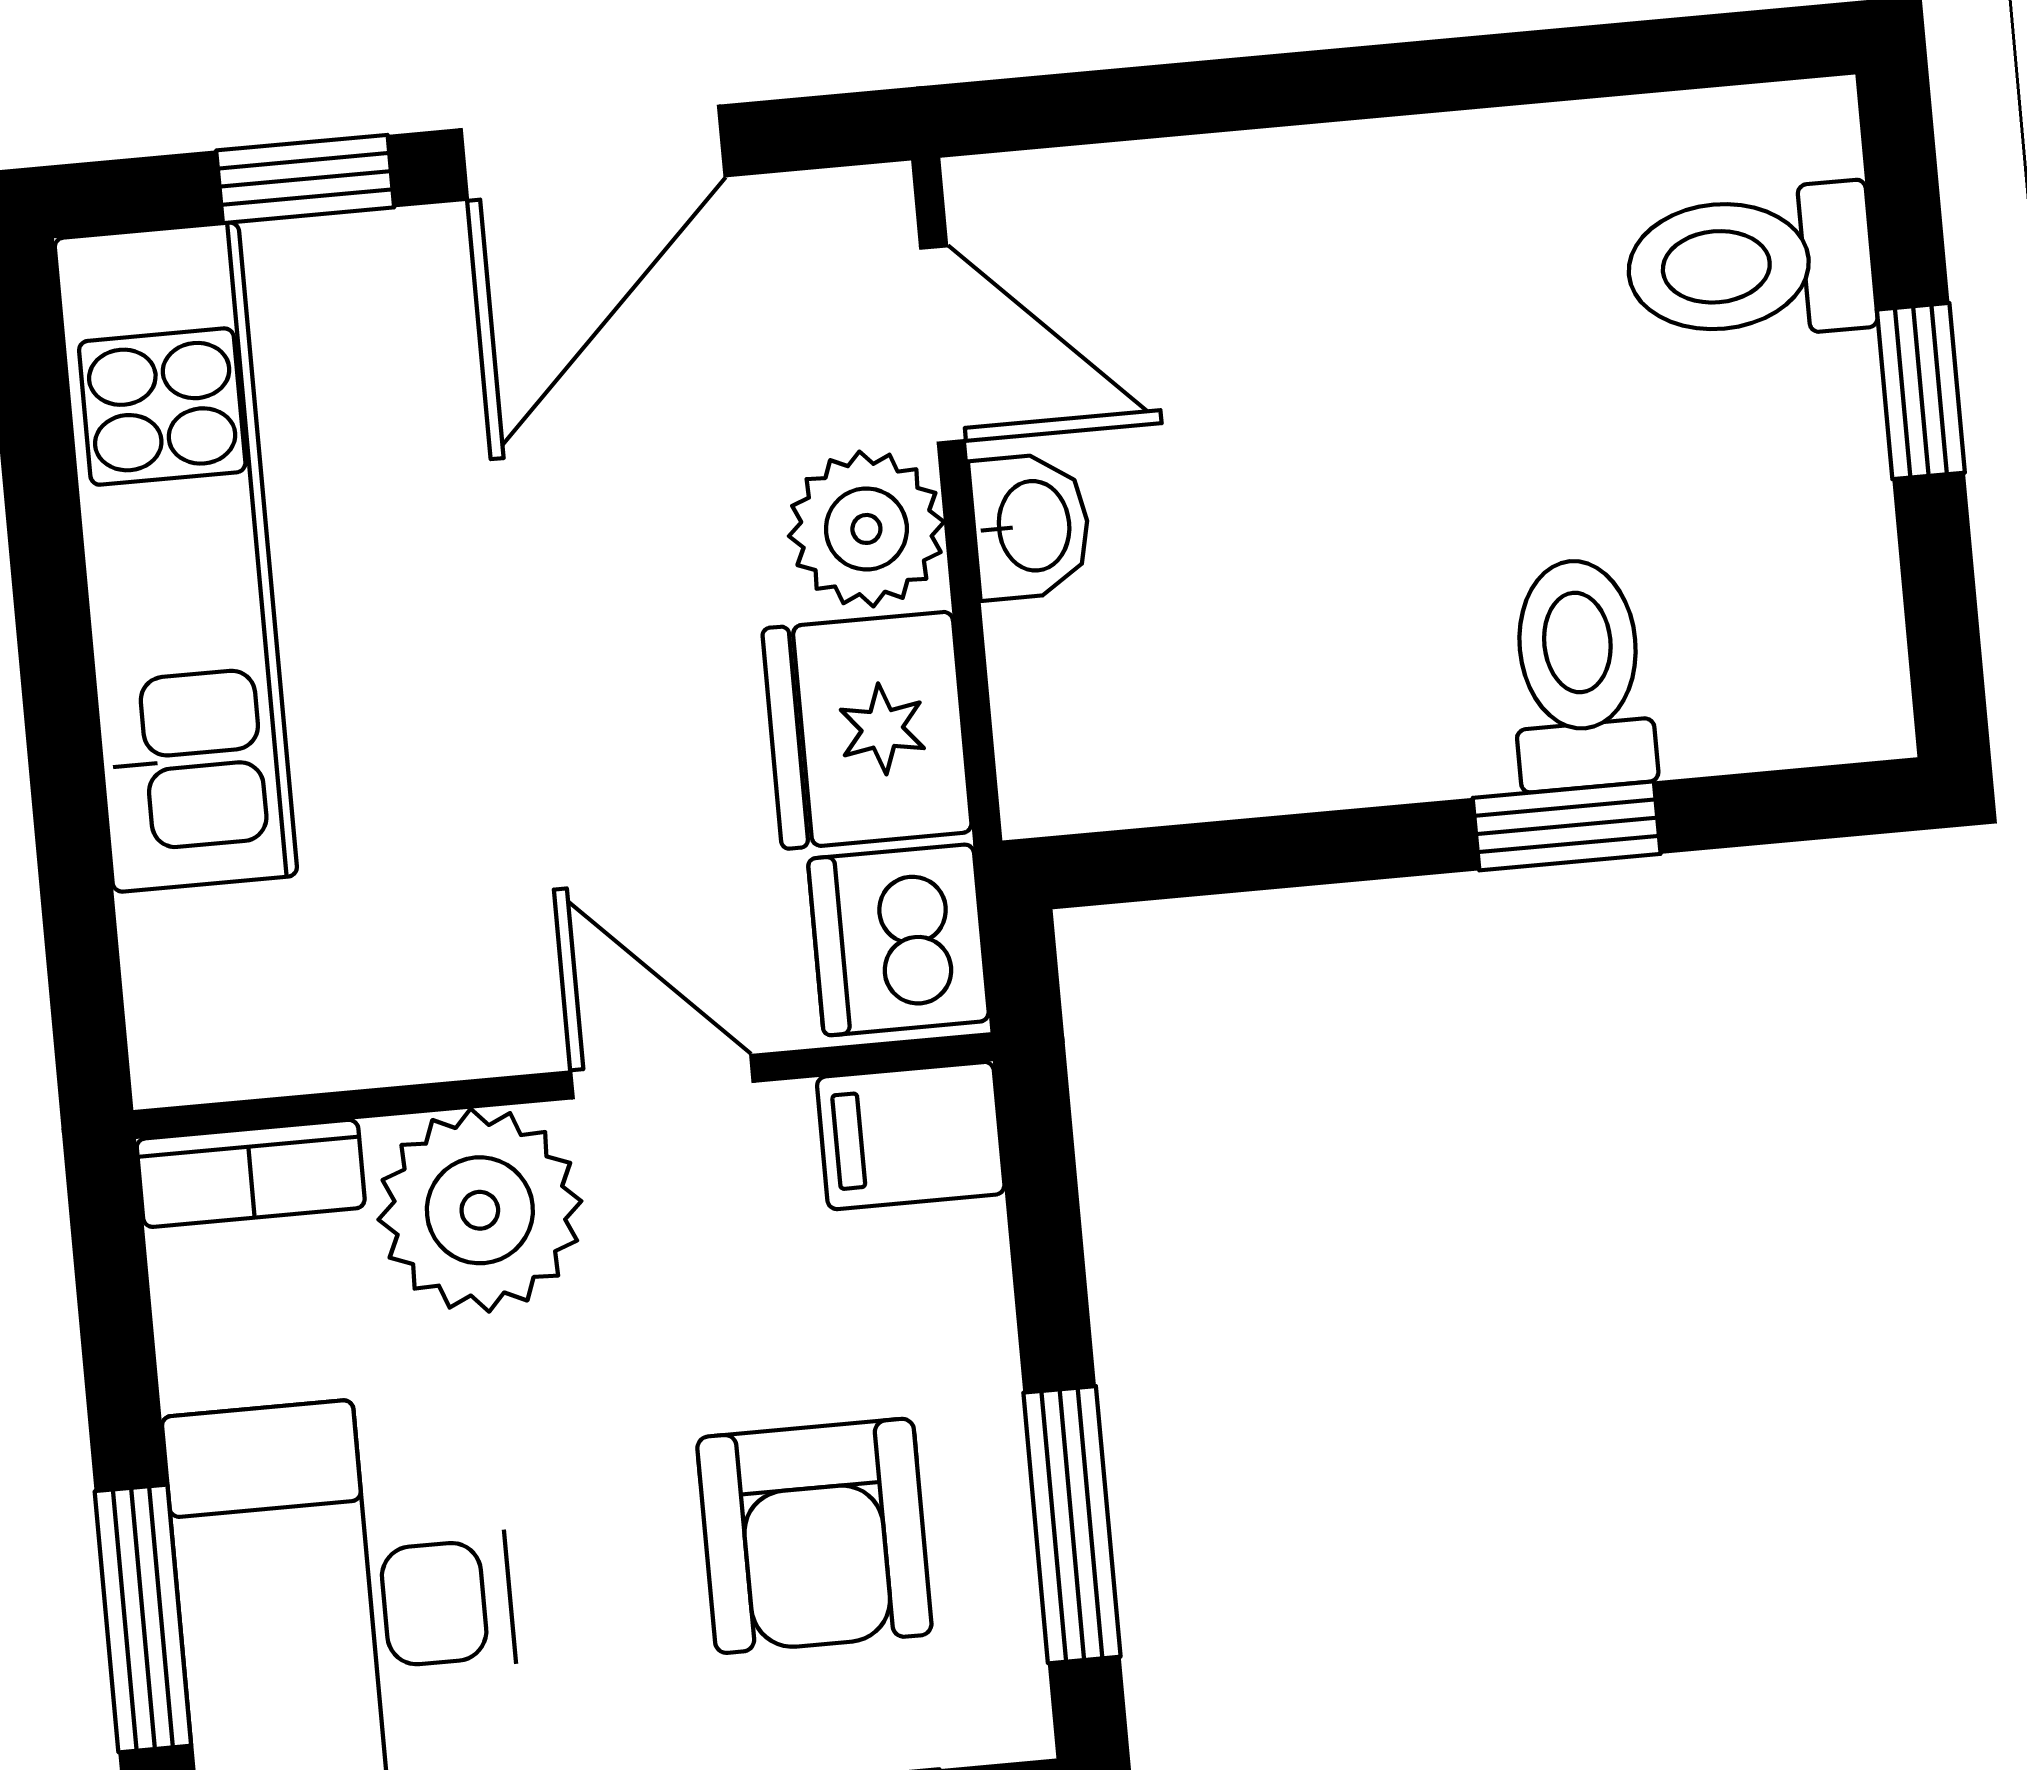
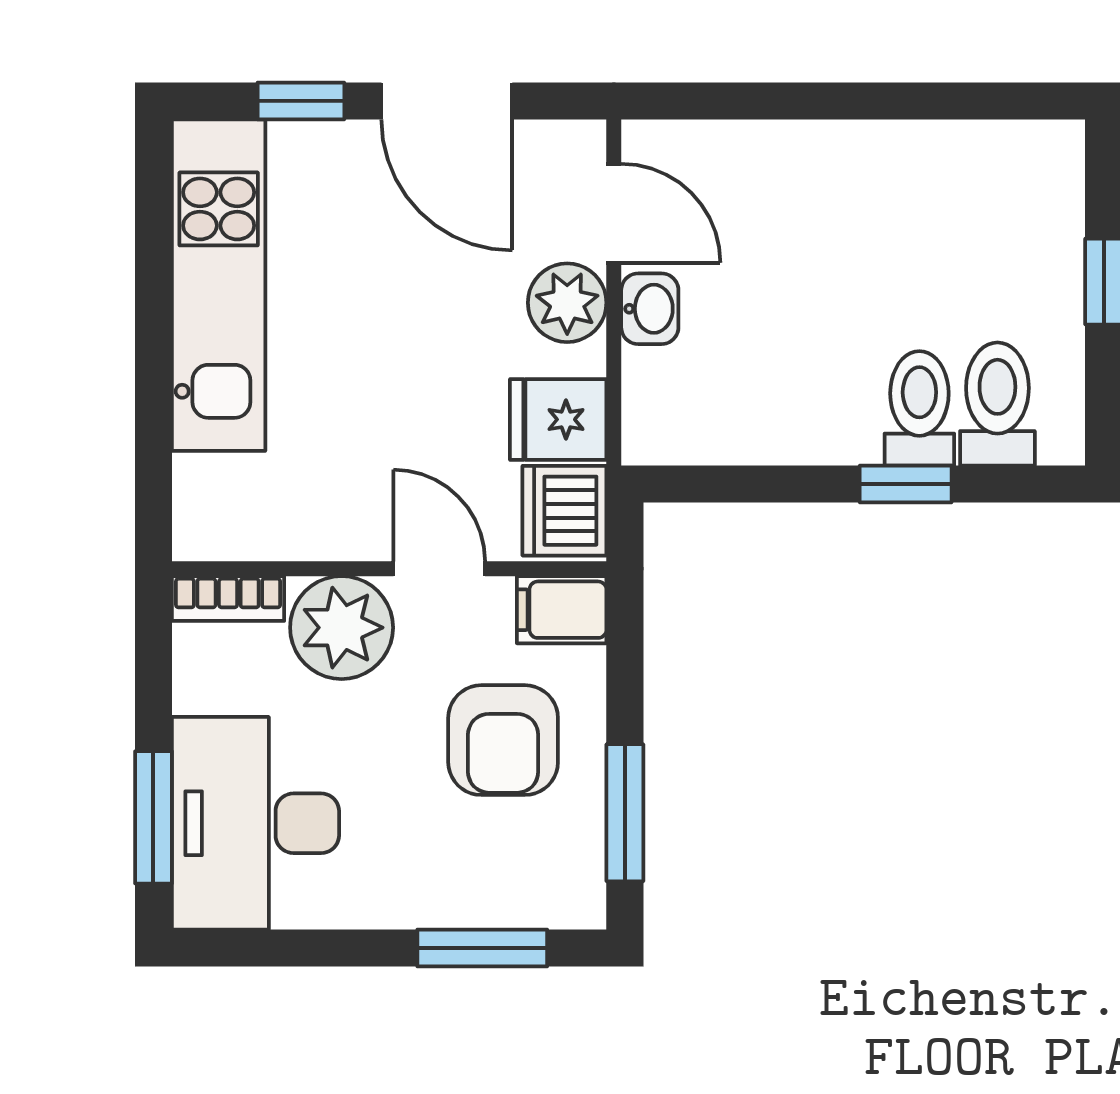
door: (593, 153) -> (447, 101), hinge flipped
toilet: (1750, 264) -> (997, 404), moved, turned 90
fridge: (867, 730) -> (558, 419), width x0.72
armchair: (814, 1536) -> (503, 740), moved

